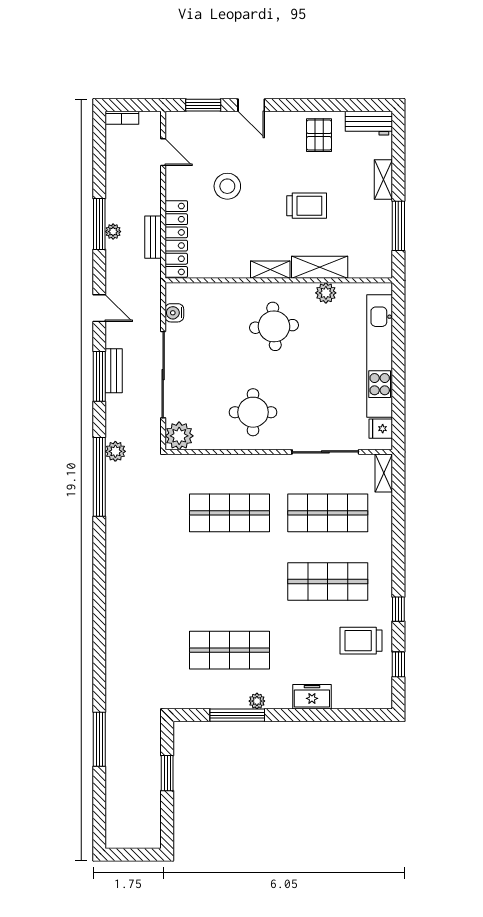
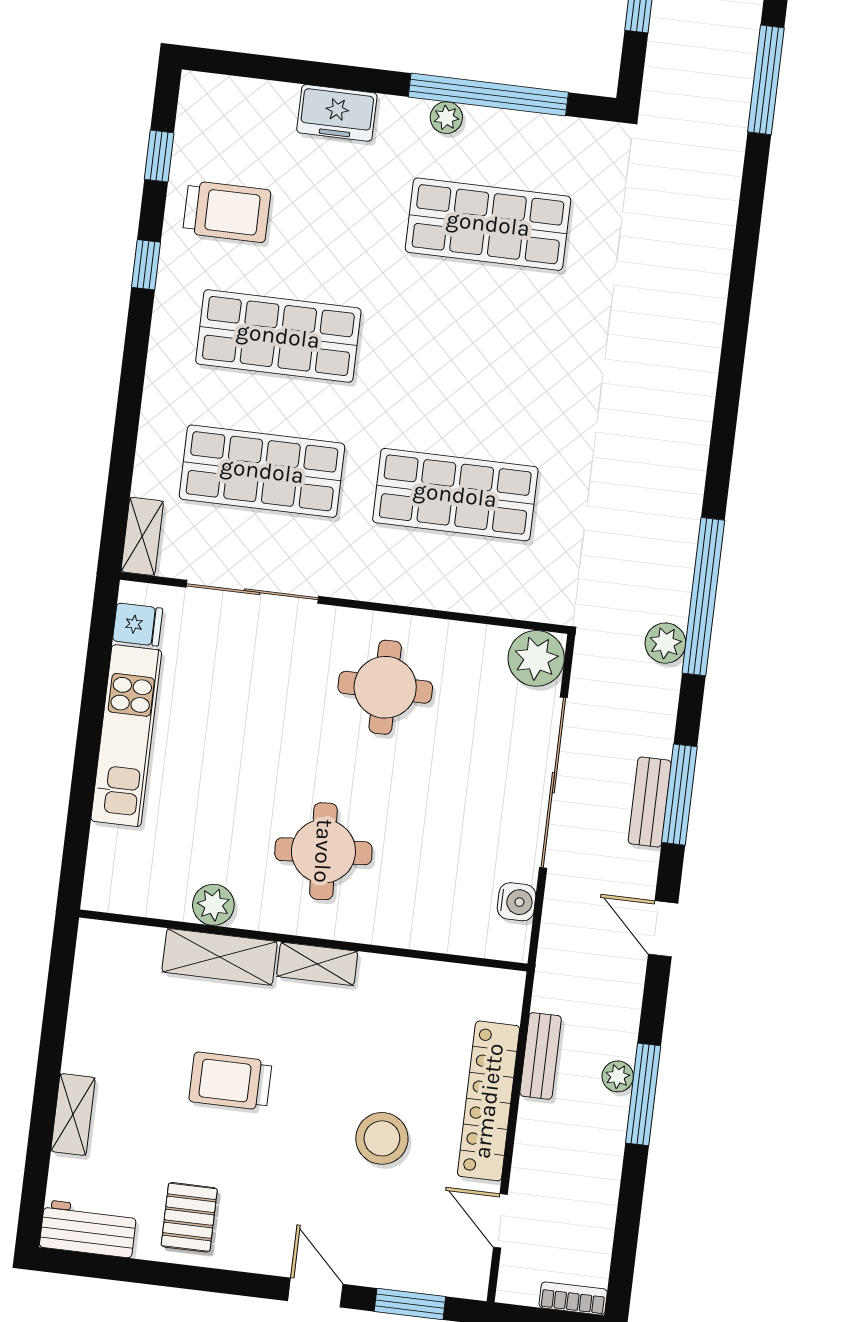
window: (398, 226) -> (55, 1020), removed
locker: (176, 239) -> (489, 1101), moved
kitchen unit: (380, 356) -> (126, 736), width x0.73
window: (237, 715) -> (488, 95), width x1.46

